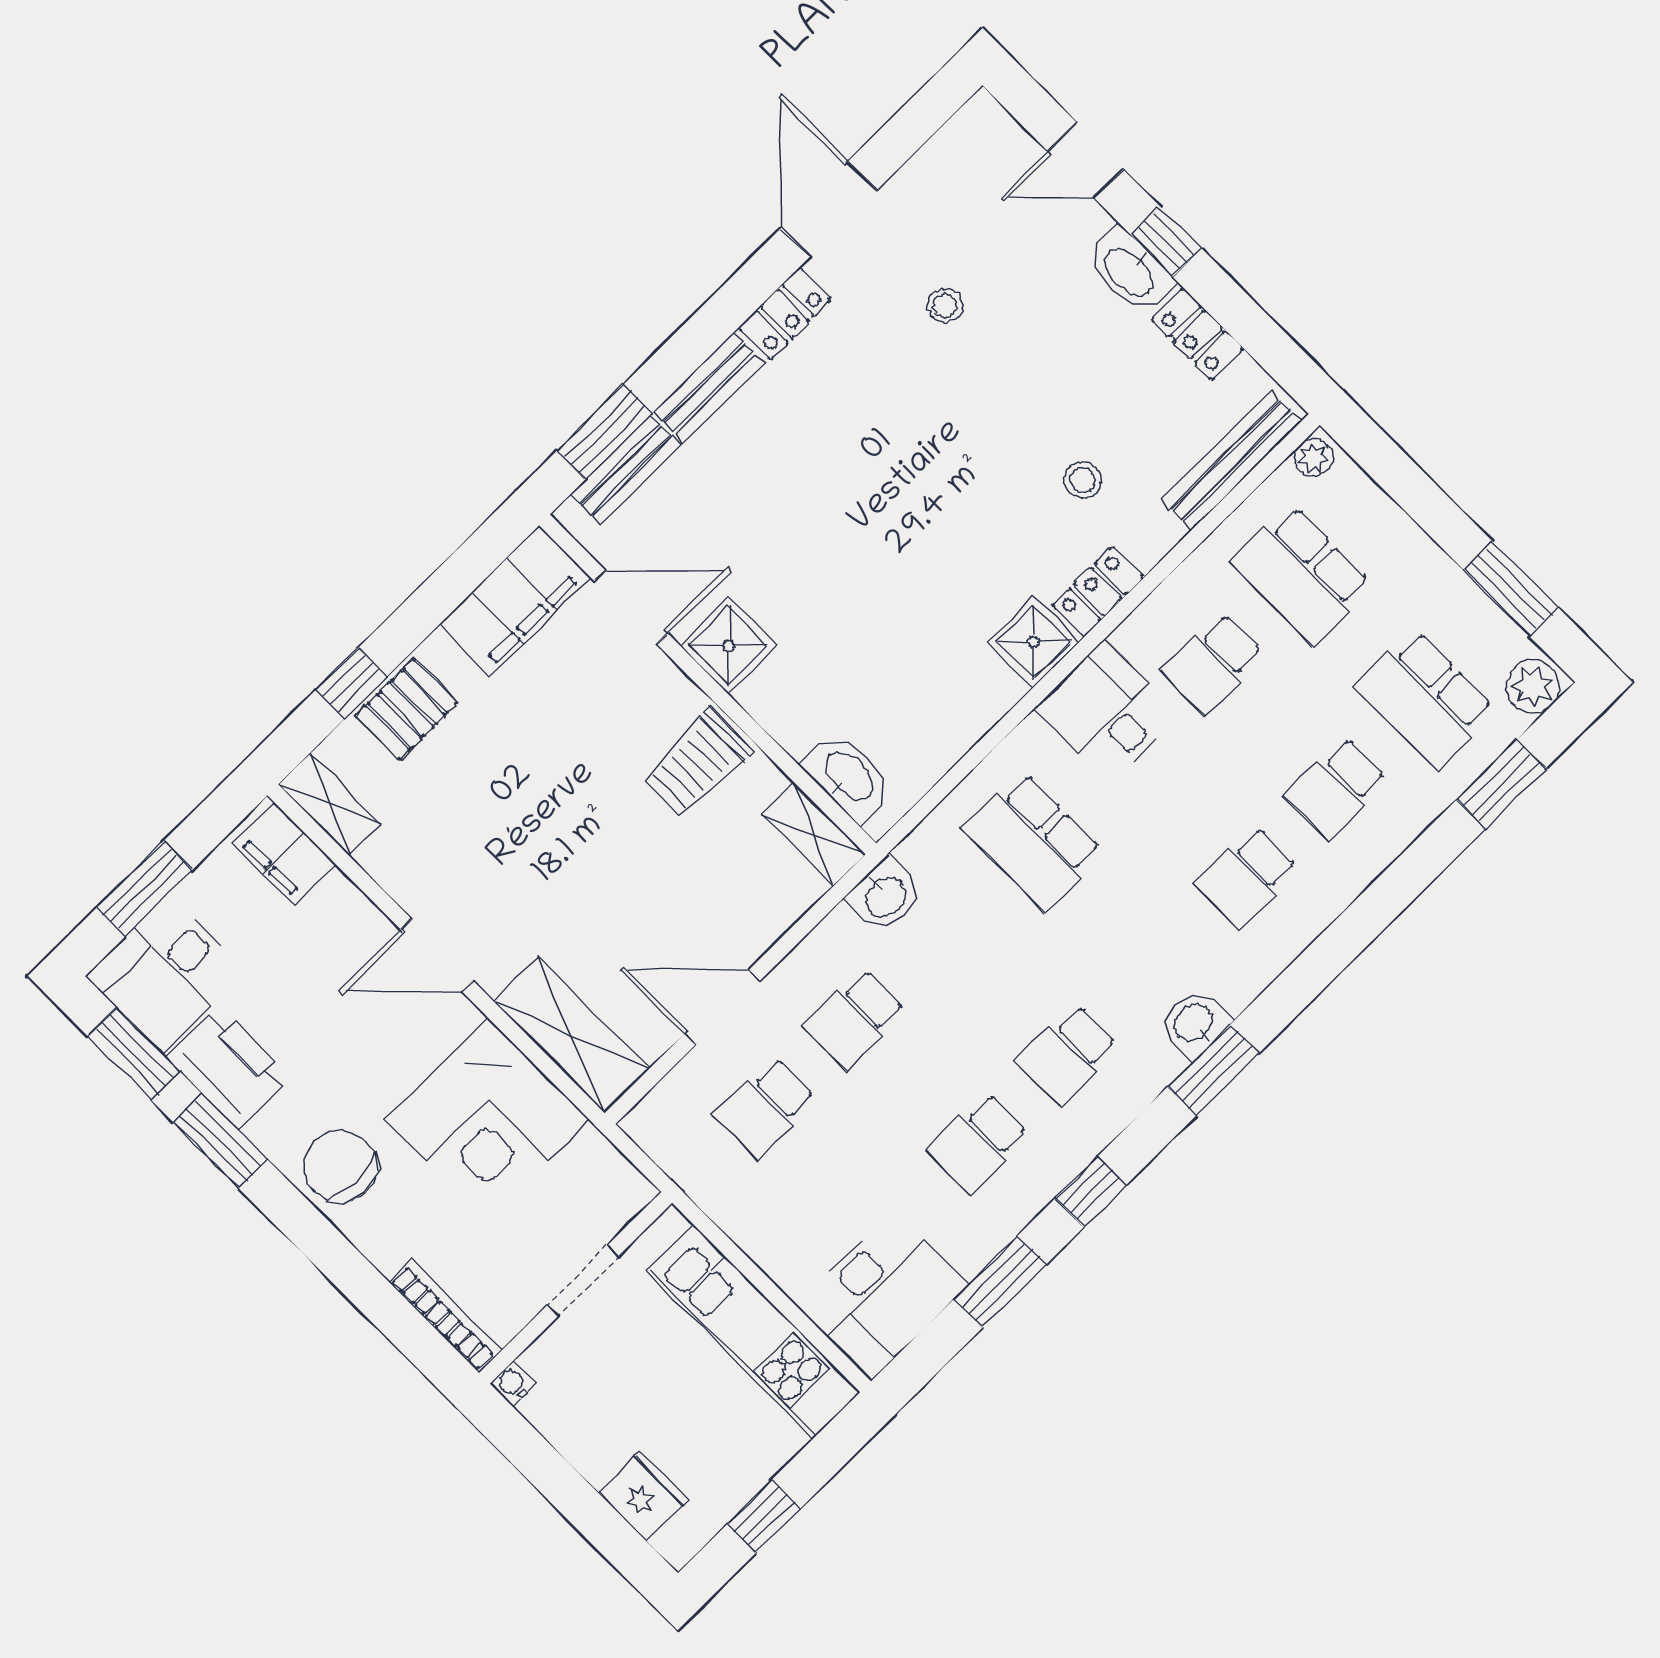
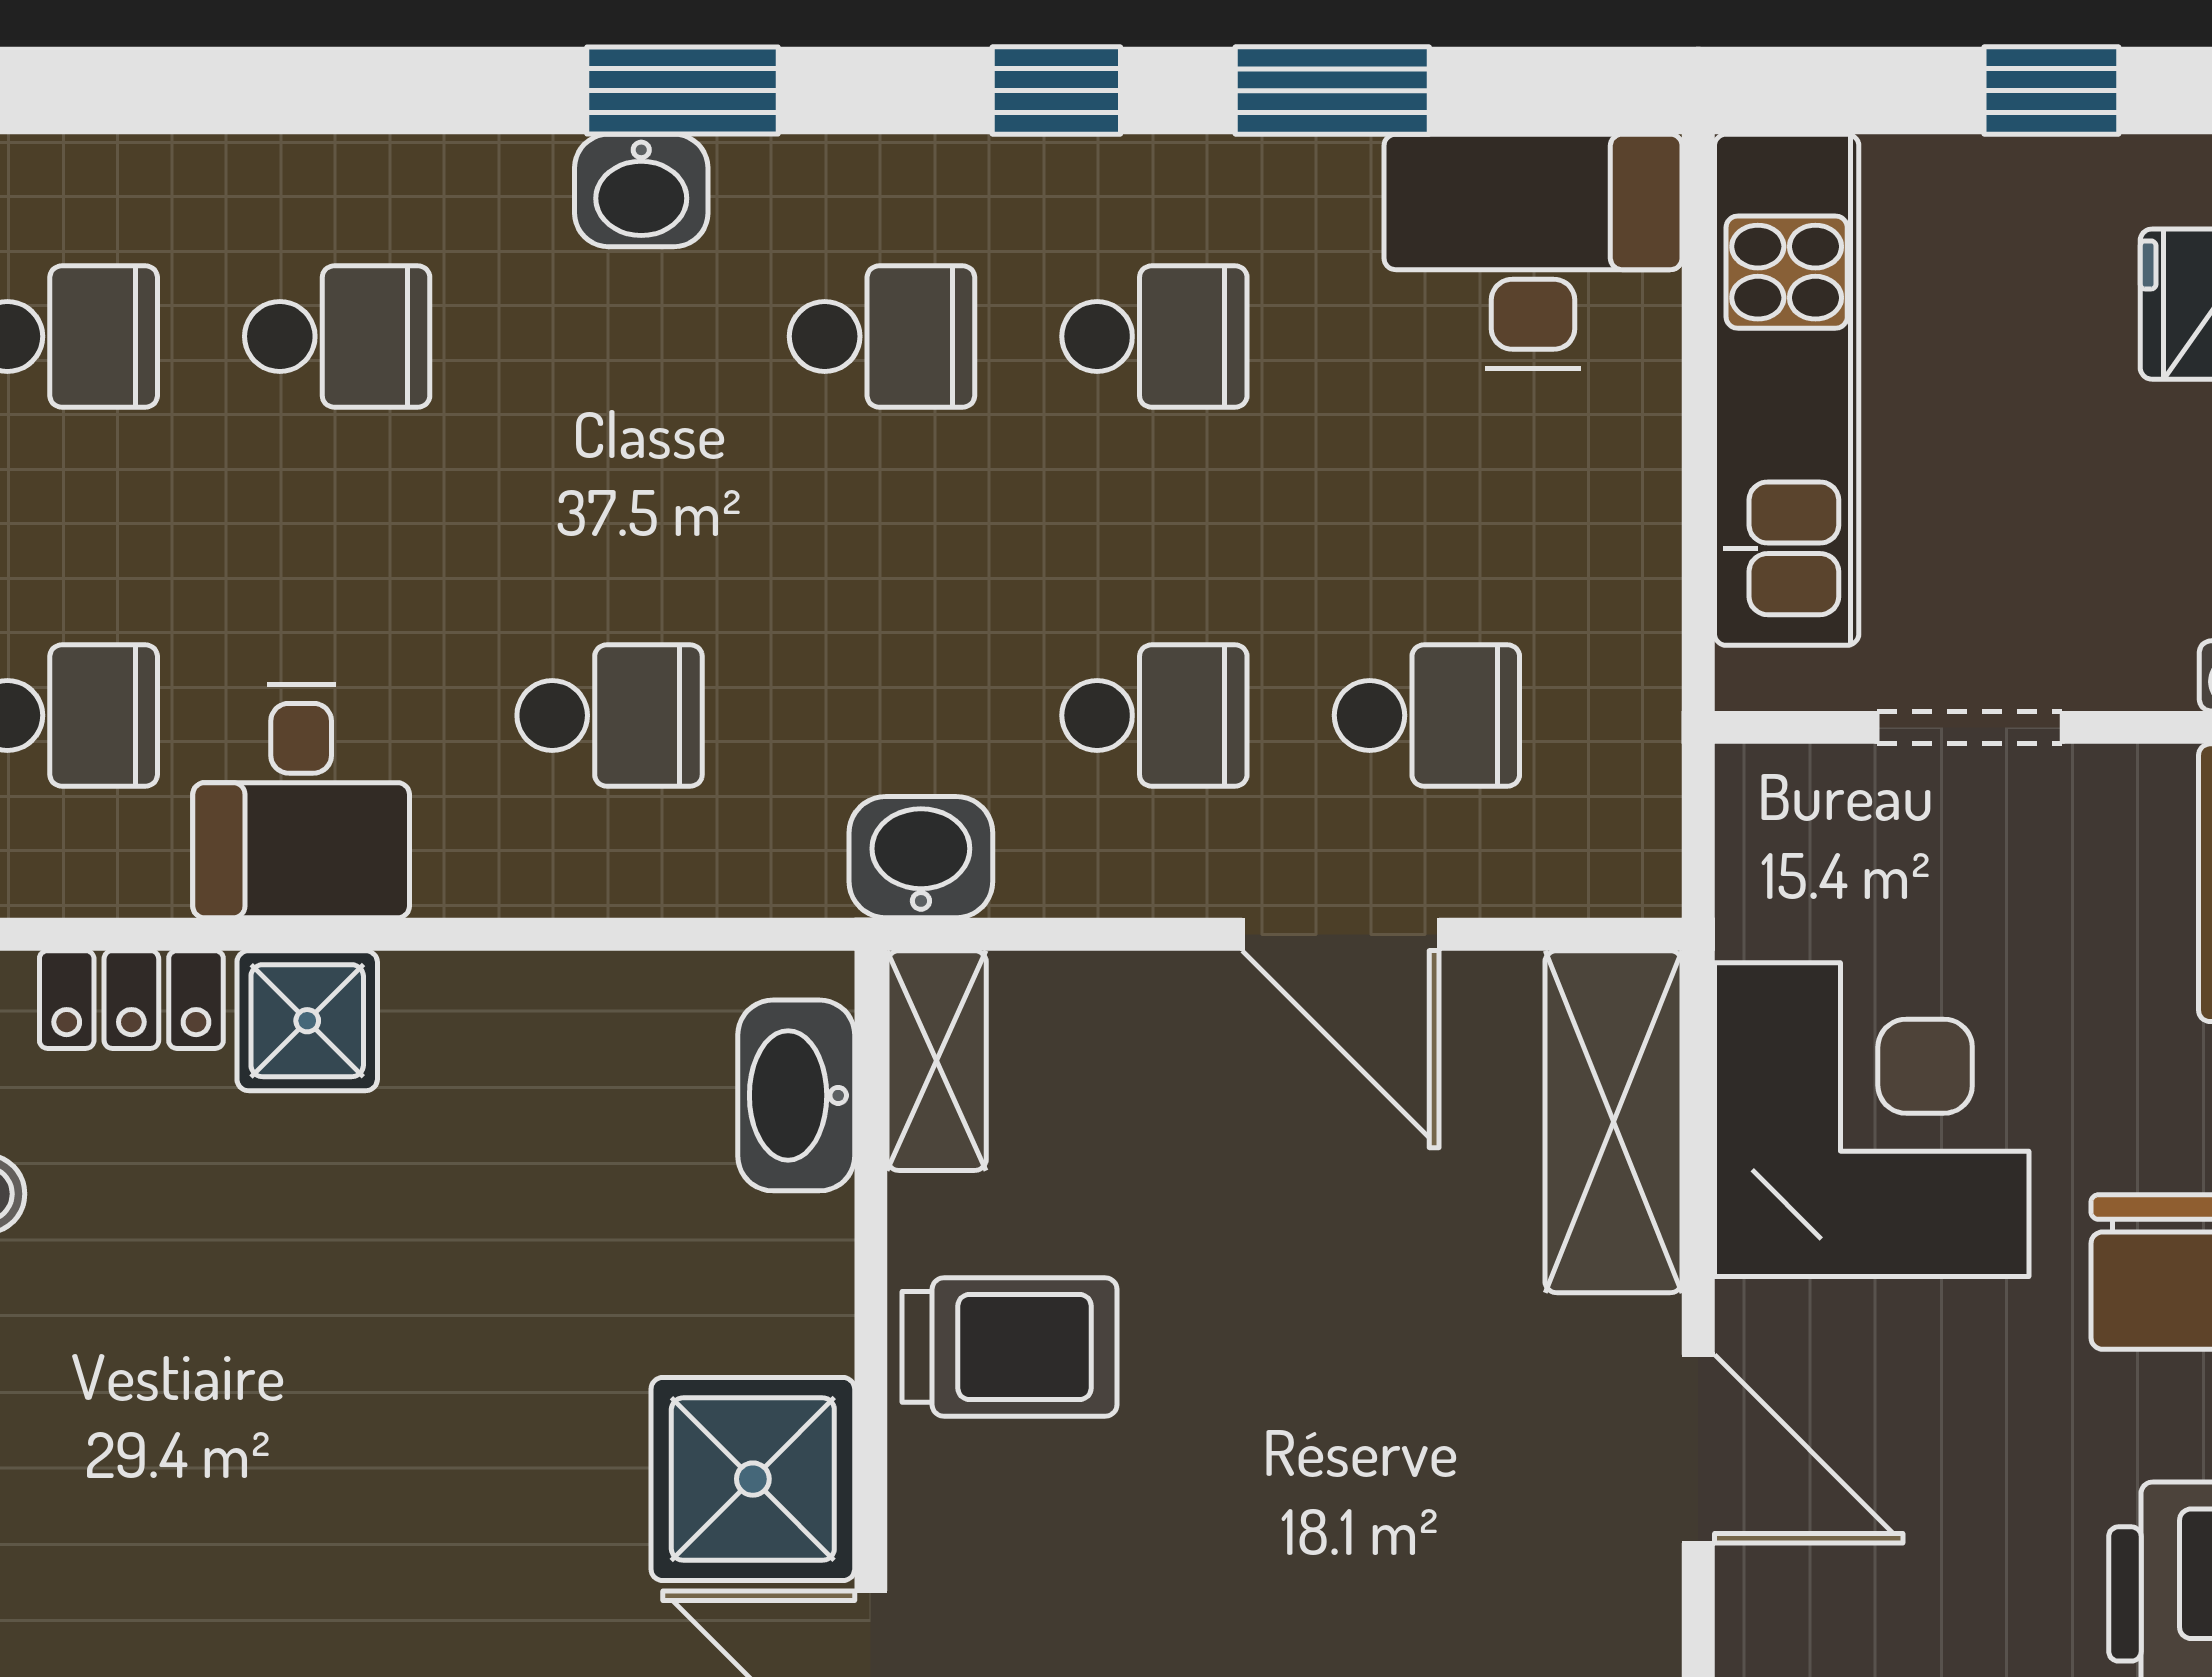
shower: (729, 646) -> (753, 1479), width x1.36, depth x1.36
school desk: (1034, 841) -> (610, 715), width x0.54

